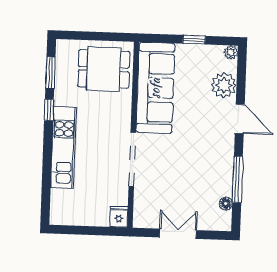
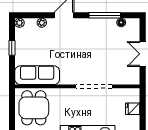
plant: (224, 85) -> (42, 23), width x0.53, depth x0.53
sofa: (155, 88) -> (37, 75), width x0.74, depth x0.79
fridge: (119, 217) -> (133, 109), moved

